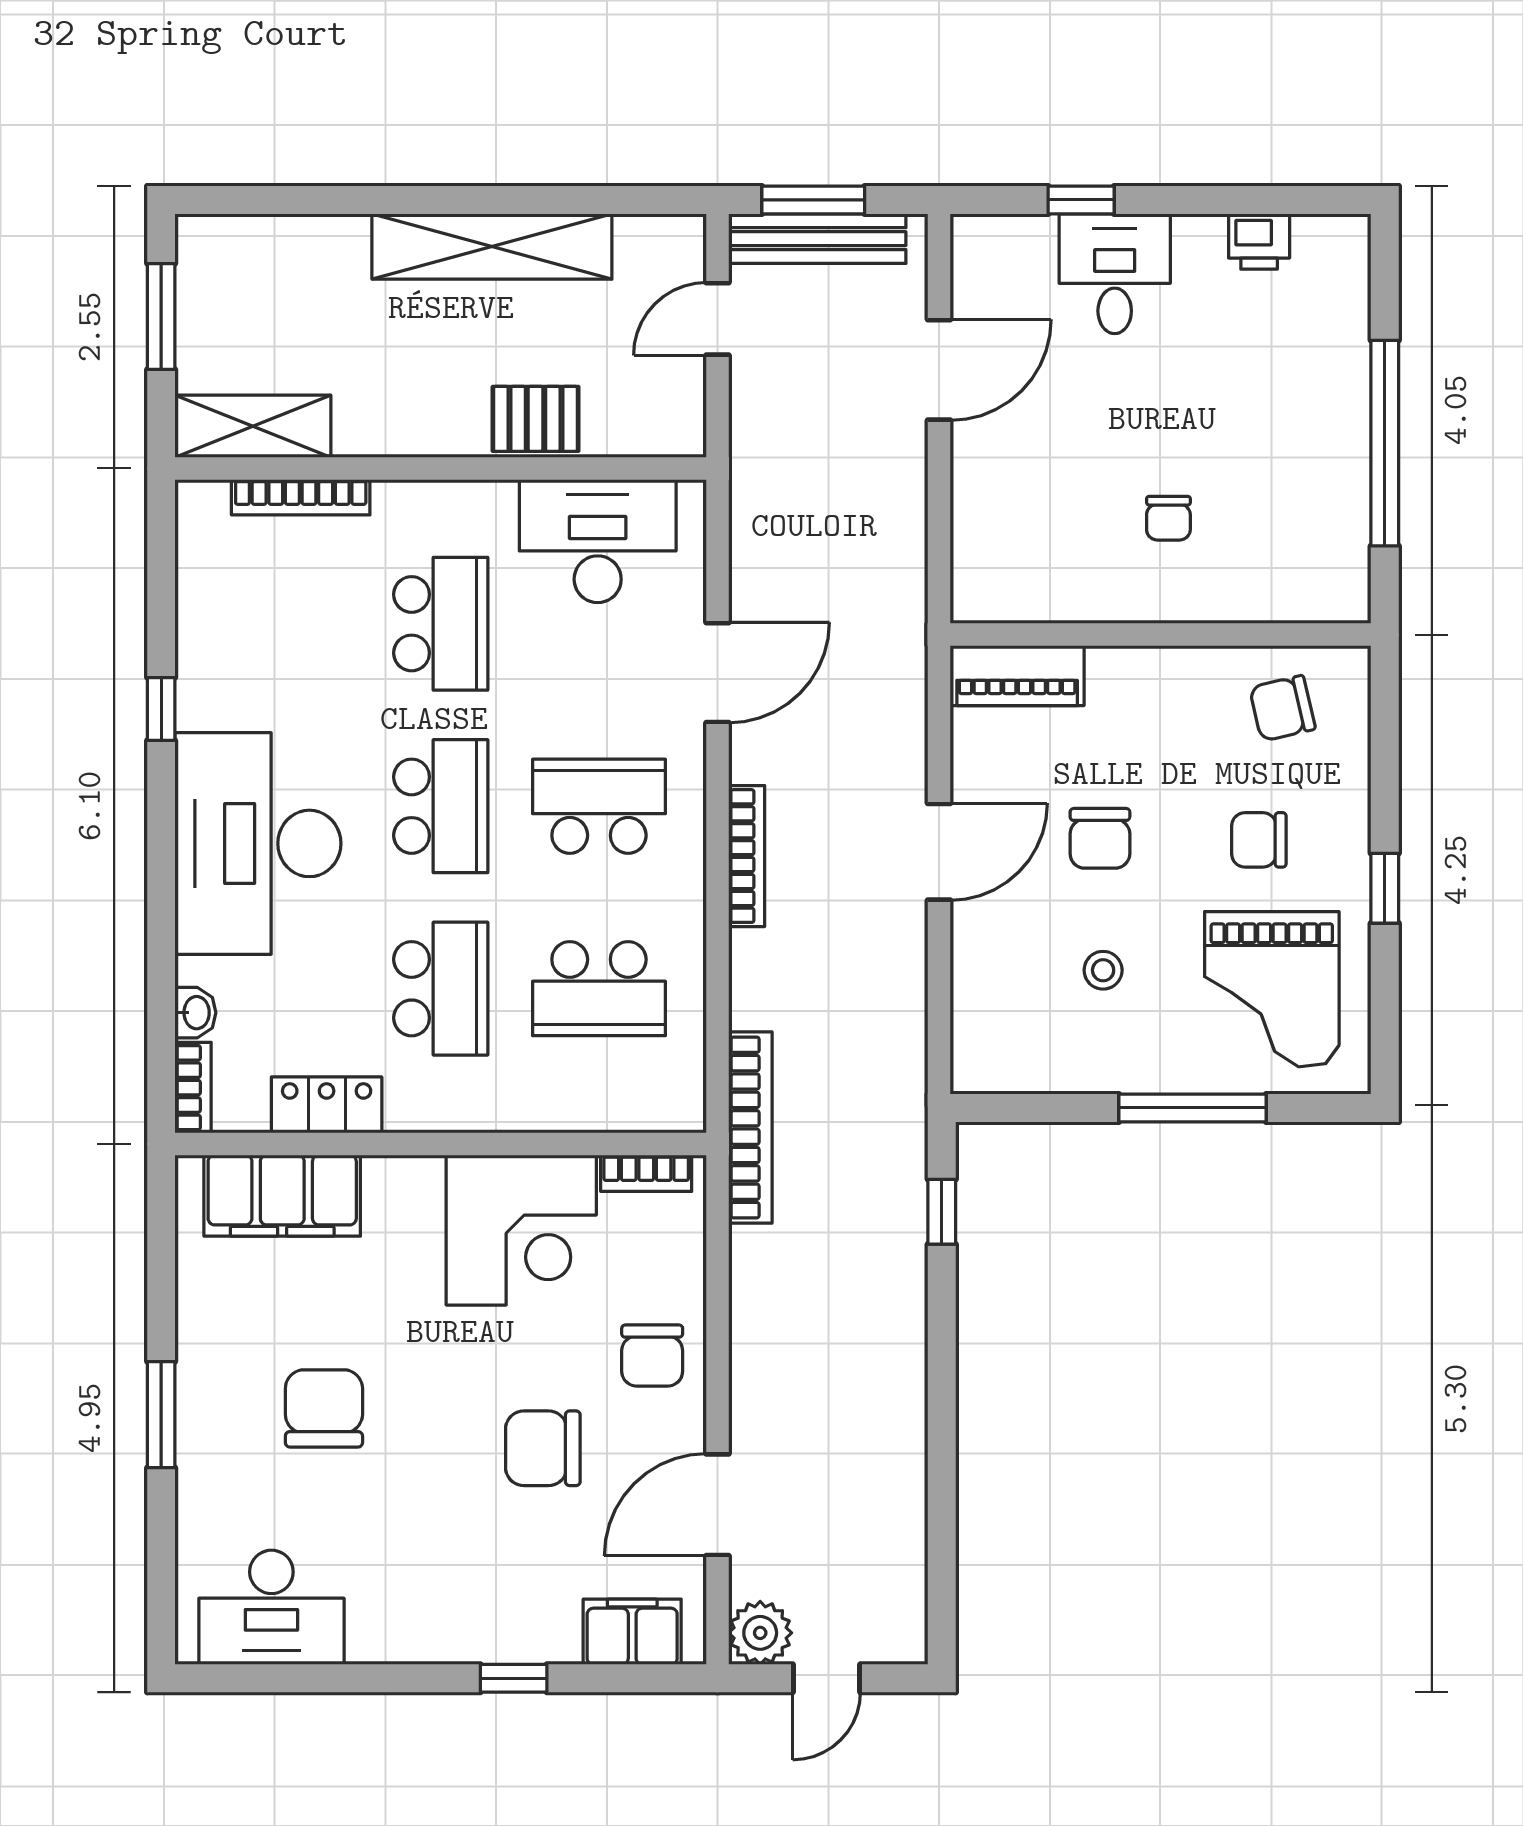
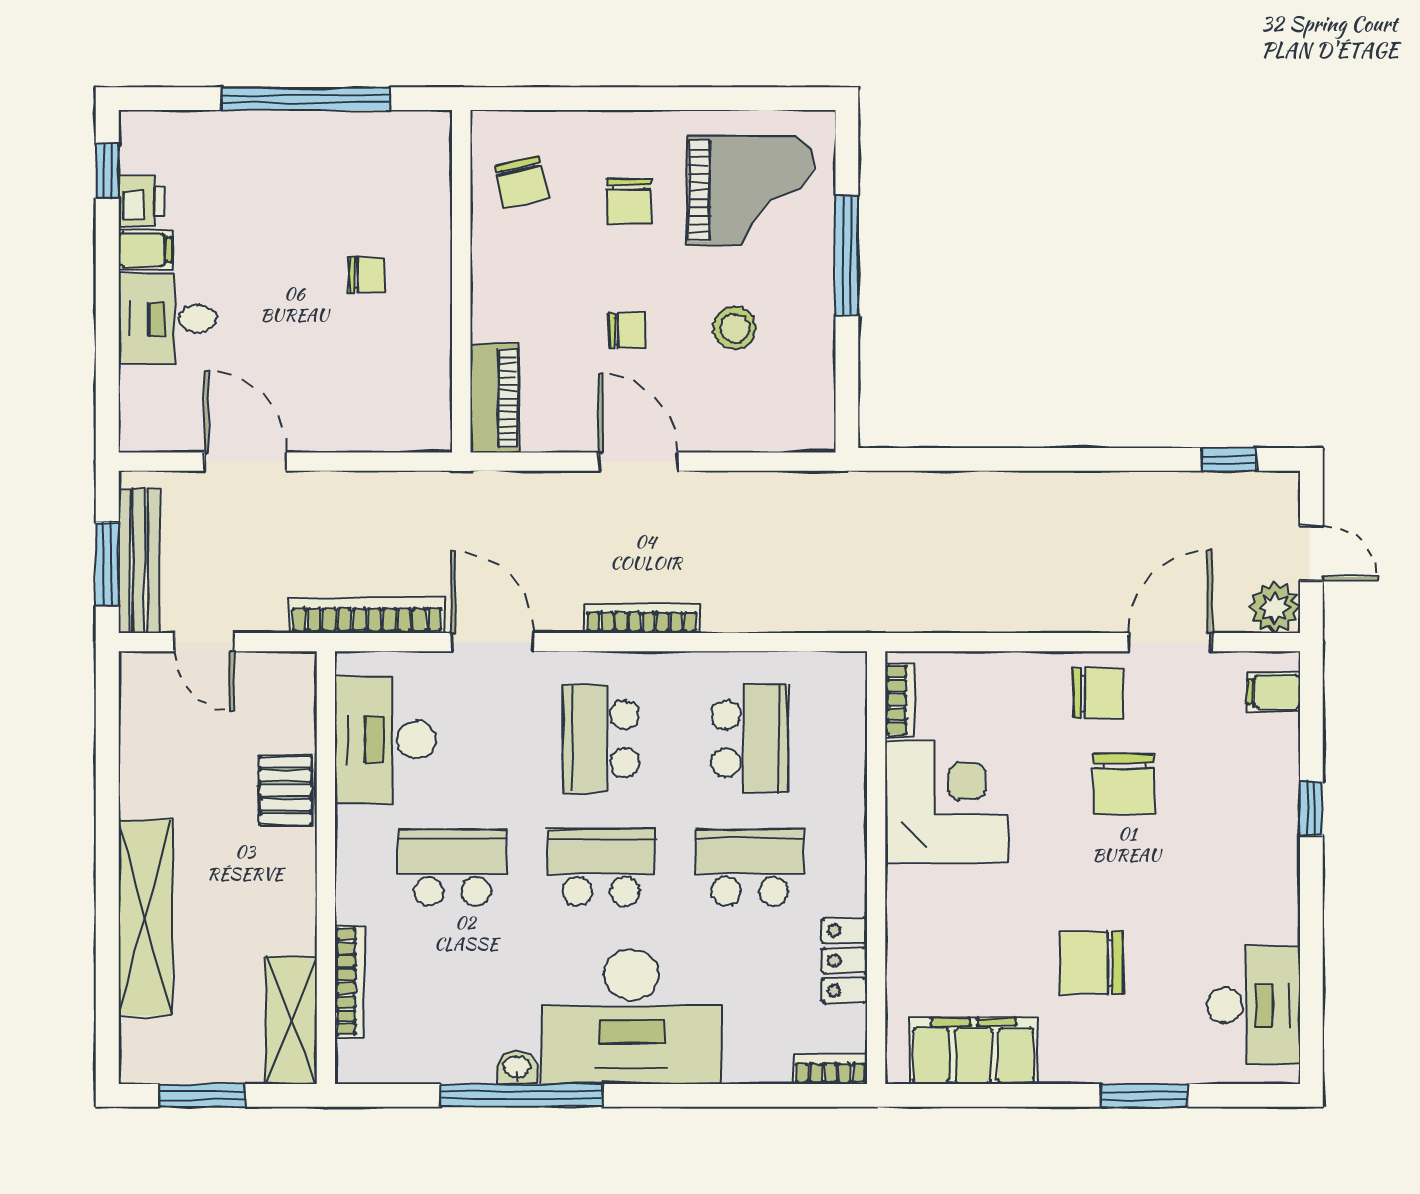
window: (1081, 200) -> (107, 171), moved
shelving: (492, 246) -> (145, 918), moved
filing cabinet: (1199, 247) -> (145, 250), added
window: (161, 709) -> (522, 1095), width x3.17
chair: (1100, 838) -> (627, 331), width x0.73, depth x0.73
window: (1385, 888) -> (668, 99), removed
stool: (1103, 970) -> (735, 328), width x1.37, depth x1.37
washbasin: (195, 1013) -> (517, 1067), moved
bookcase: (750, 1127) -> (367, 615), moved
filing cabinet: (282, 1196) -> (973, 1051), moved, turned -90
window: (942, 1212) -> (1229, 459), moved
chair: (652, 1356) -> (1098, 693), moved
window: (161, 1415) -> (1144, 1095), moved
door: (718, 1505) -> (1170, 642), swing flipped
filing cabinet: (632, 1632) -> (1274, 692), width x0.50

